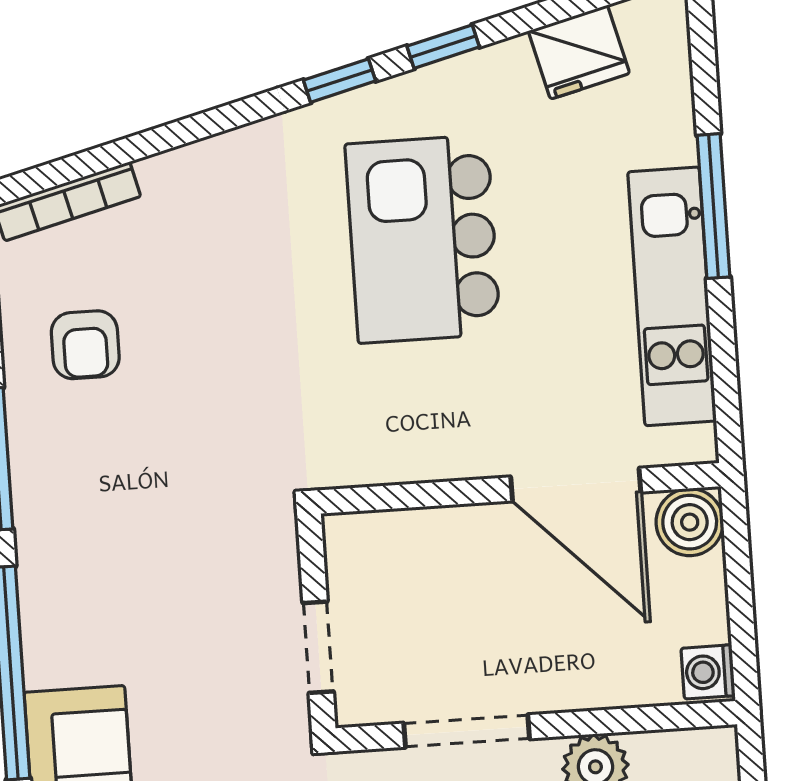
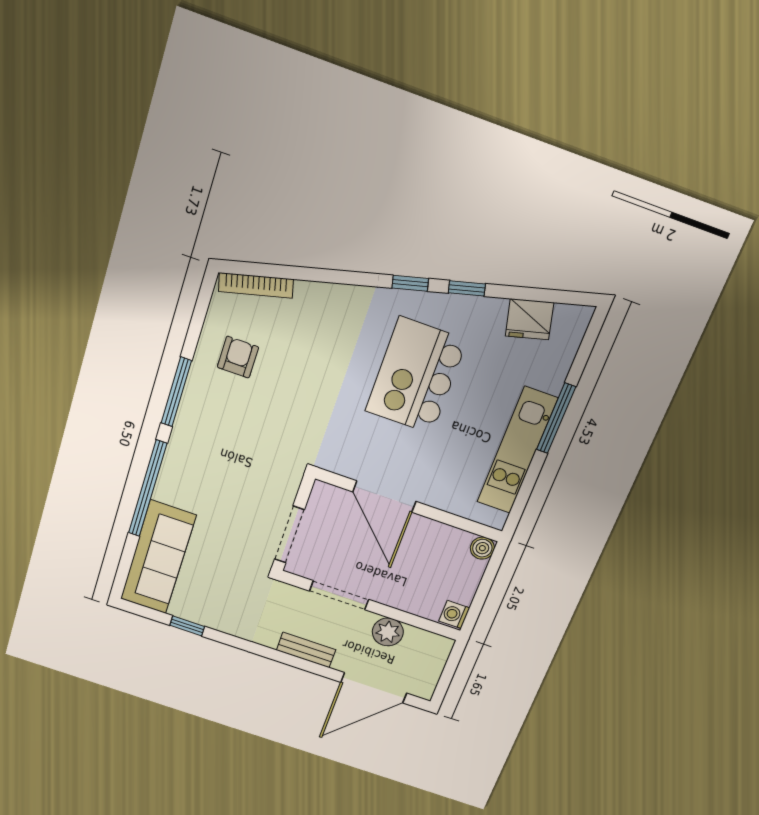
armchair: (85, 345) -> (238, 357), turned 180
door: (576, 485) -> (384, 497), moved
boiler: (690, 522) -> (482, 548), width x0.73, depth x0.73
doorway: (318, 647) -> (289, 534), width x1.38

